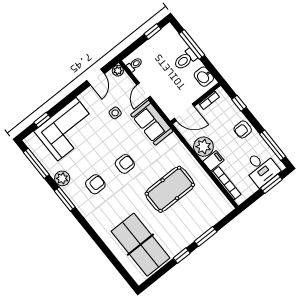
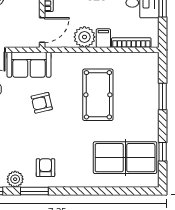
armchair: (125, 164) -> (42, 103), moved, turned -103
armchair: (95, 184) -> (45, 168), moved
window: (182, 256) -> (163, 152), moved

